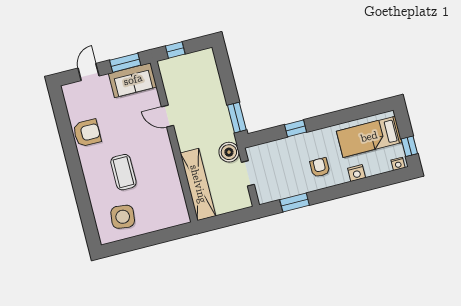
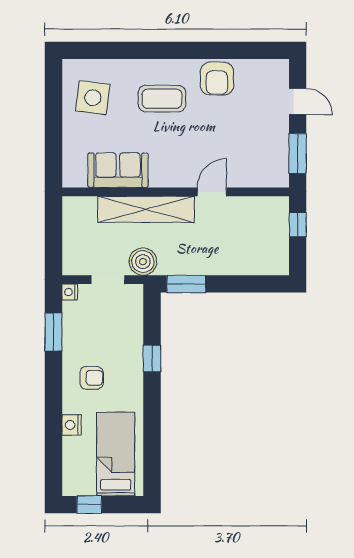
sofa: (133, 80) -> (118, 170), moved, turned 90
nightstand: (398, 164) -> (70, 292), moved
coffee table: (123, 172) -> (162, 99), moved
shelving: (198, 184) -> (146, 209), moved

